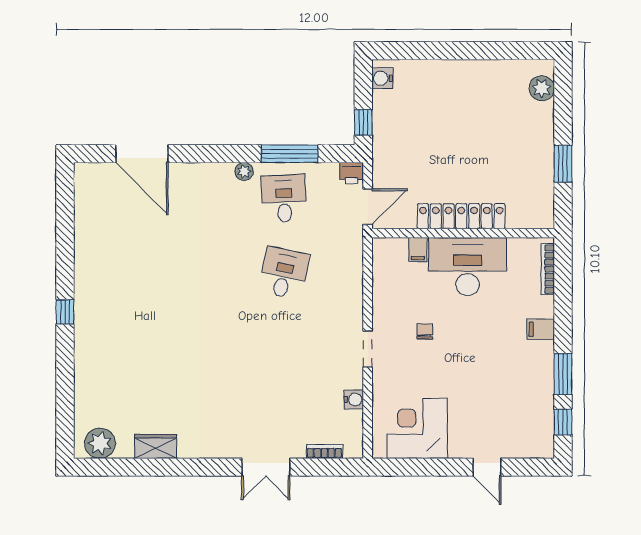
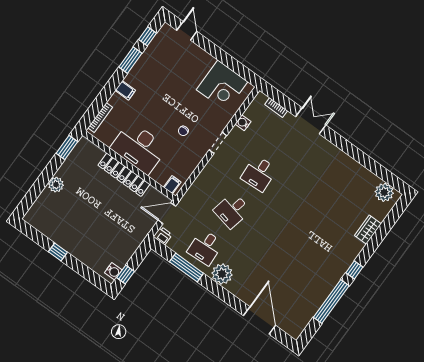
window: (474, 51) -> (58, 252), added
plant: (542, 88) -> (56, 185), moved
window: (363, 122) -> (125, 275), moved
window: (563, 164) -> (67, 147), moved
plant: (244, 171) -> (222, 274), width x1.88, depth x1.88
window: (65, 248) -> (331, 302), added
filing cabinet: (418, 250) -> (172, 185), moved
desk: (284, 348) -> (259, 173), added
wardrobe: (156, 446) -> (368, 230), moved, turned 90
door: (487, 467) -> (187, 31), moved

